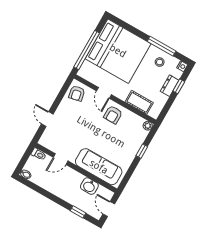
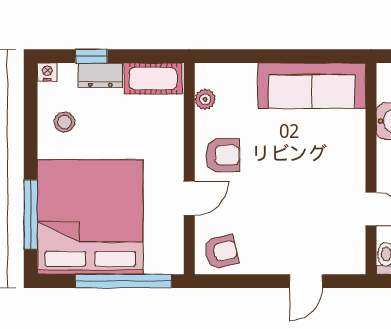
window: (162, 46) -> (31, 214), moved
cot: (139, 102) -> (153, 79), moved, turned 90
plant: (148, 126) -> (205, 99), moved
window: (142, 151) -> (263, 56), removed
sofa: (99, 167) -> (312, 86), moved, turned -90

